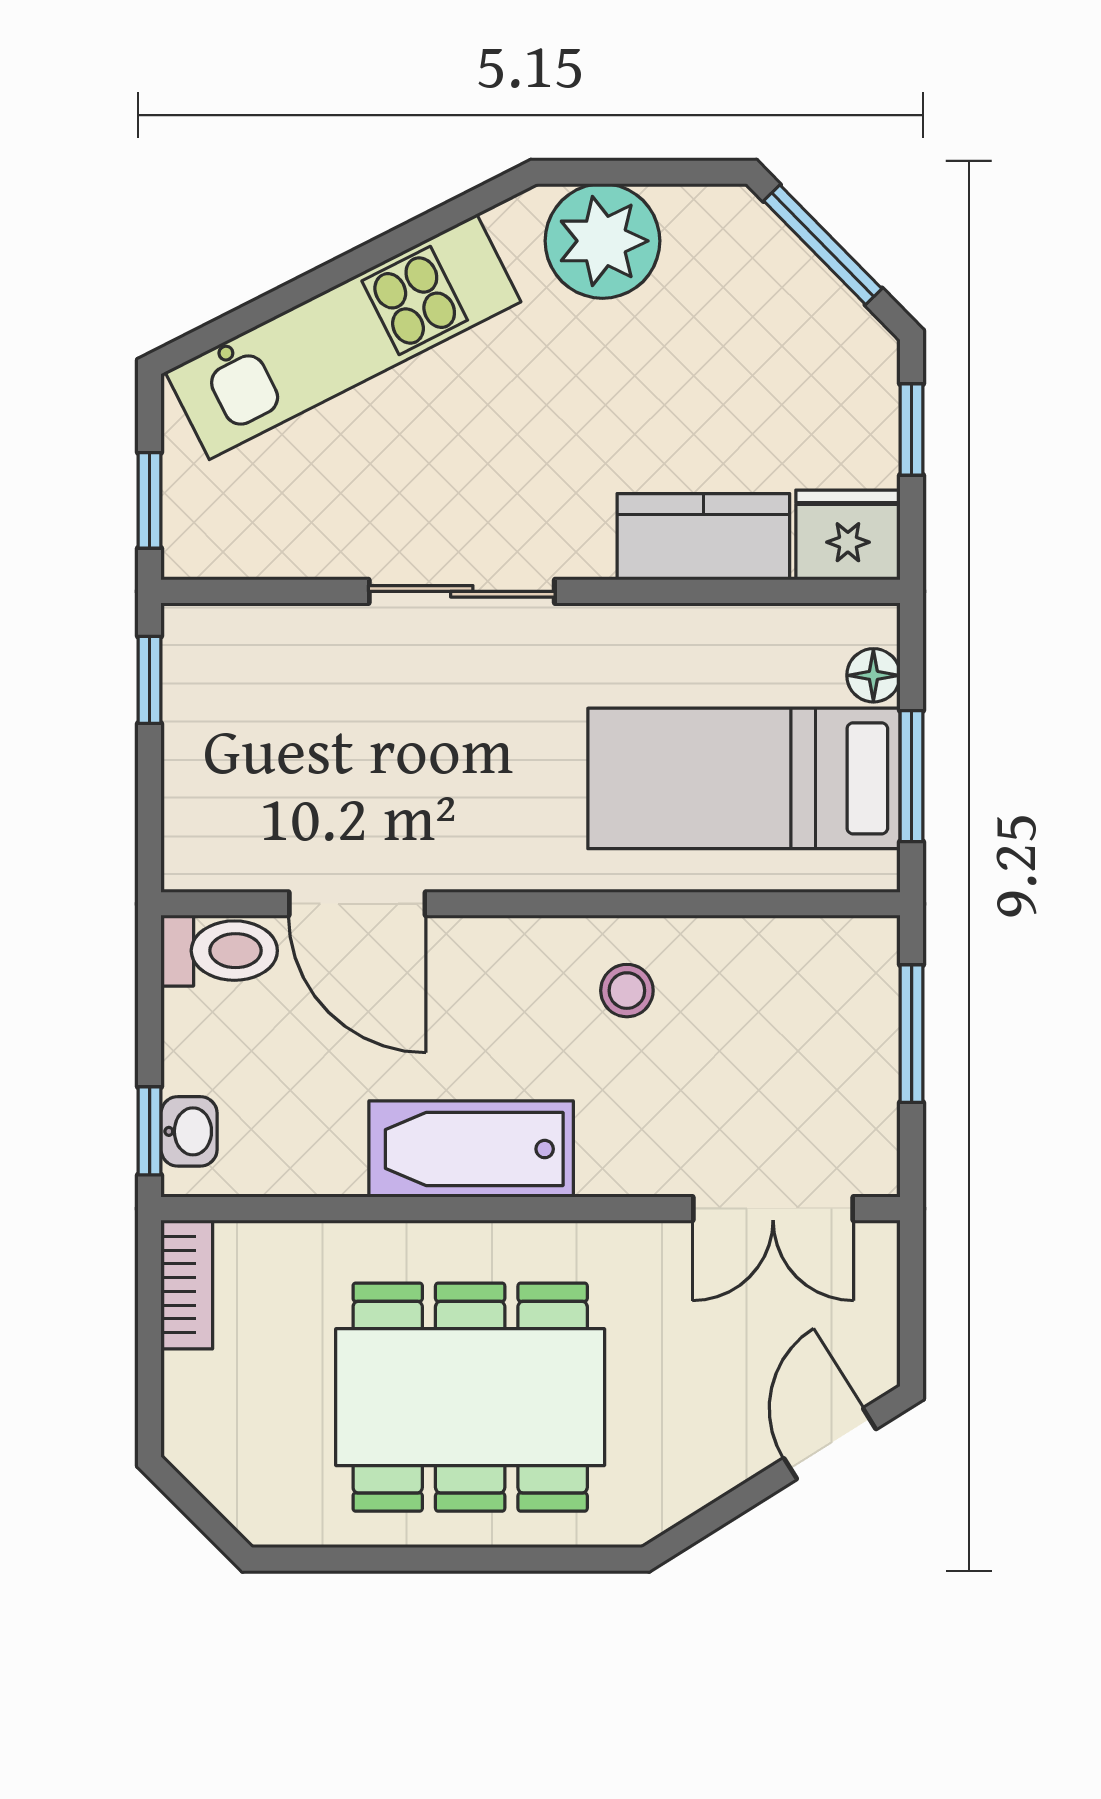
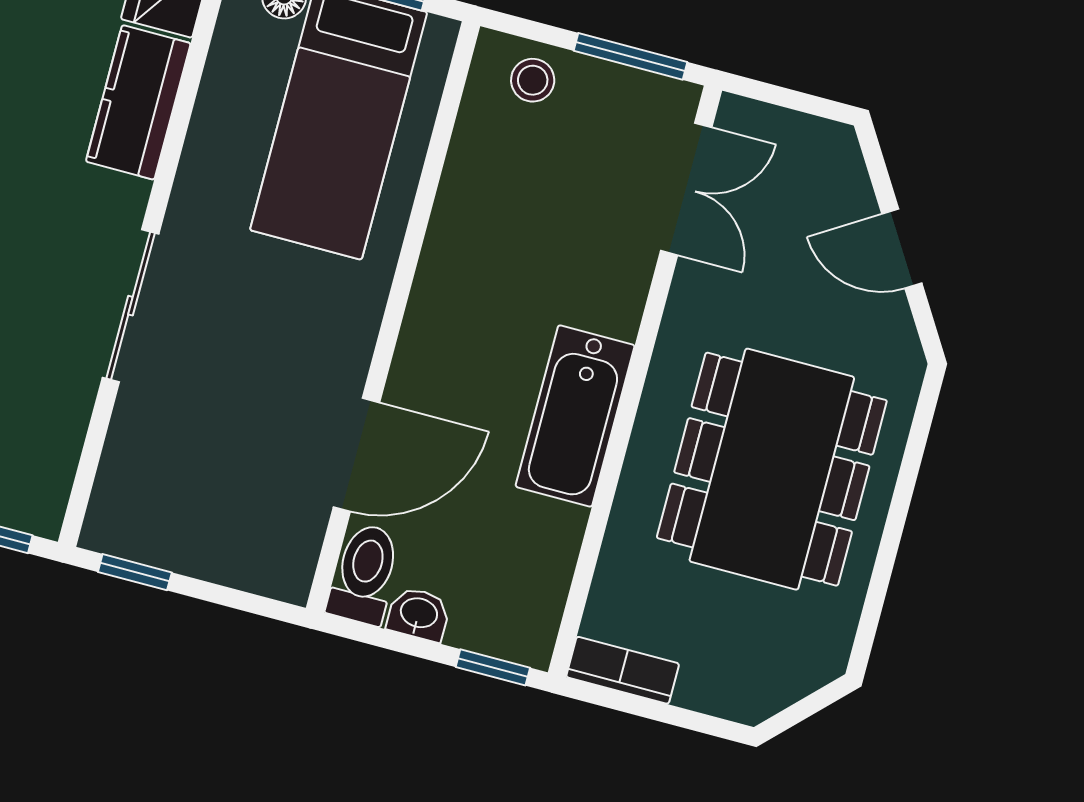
stool: (627, 991) -> (533, 80), moved
window: (912, 1034) -> (630, 56), moved
washbasin: (189, 1131) -> (419, 614), moved
door: (830, 1444) -> (902, 249), moved

